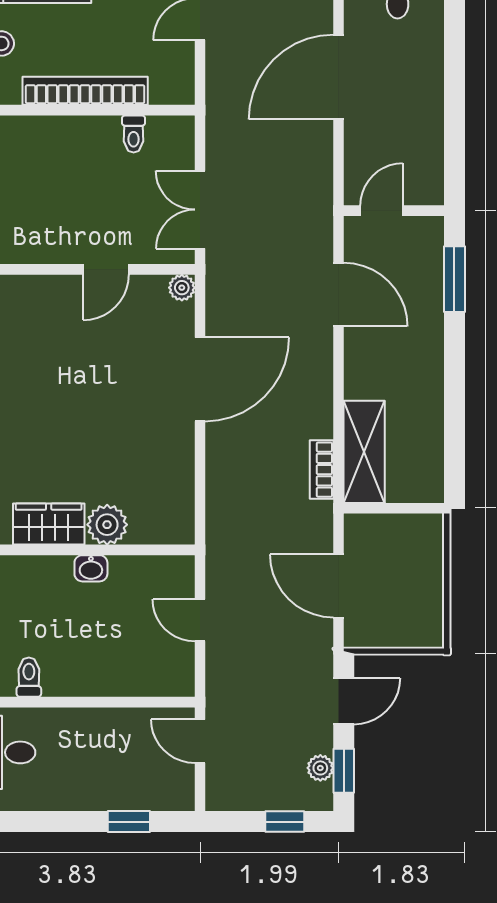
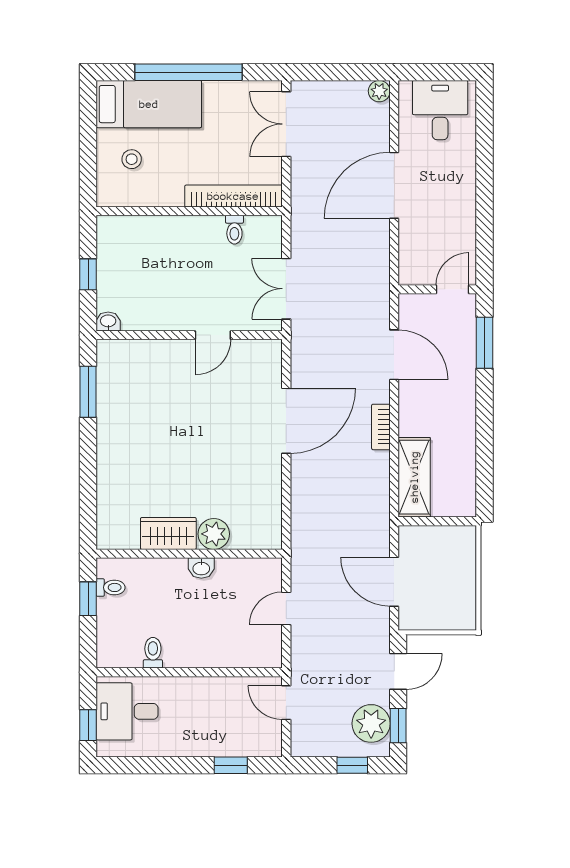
bookcase: (85, 91) -> (233, 196), moved
door: (382, 211) -> (452, 289), moved
plant: (182, 288) -> (272, 349), removed
bookcase: (322, 470) -> (381, 427), moved
door: (200, 620) -> (286, 608), hinge flipped
plant: (320, 768) -> (371, 723), width x1.87, depth x1.87

